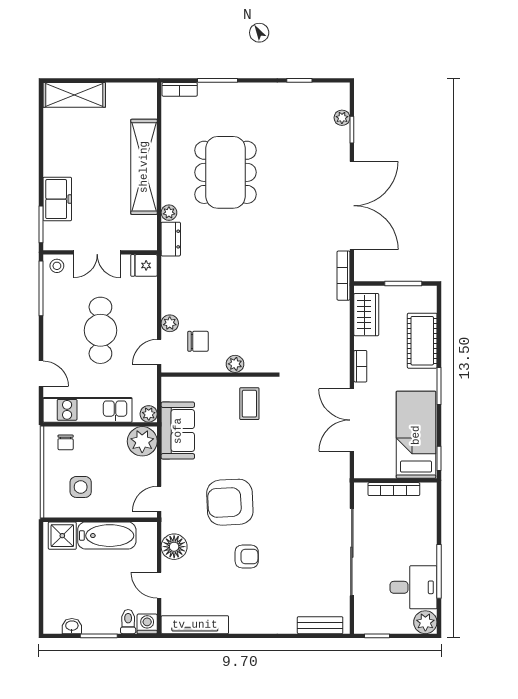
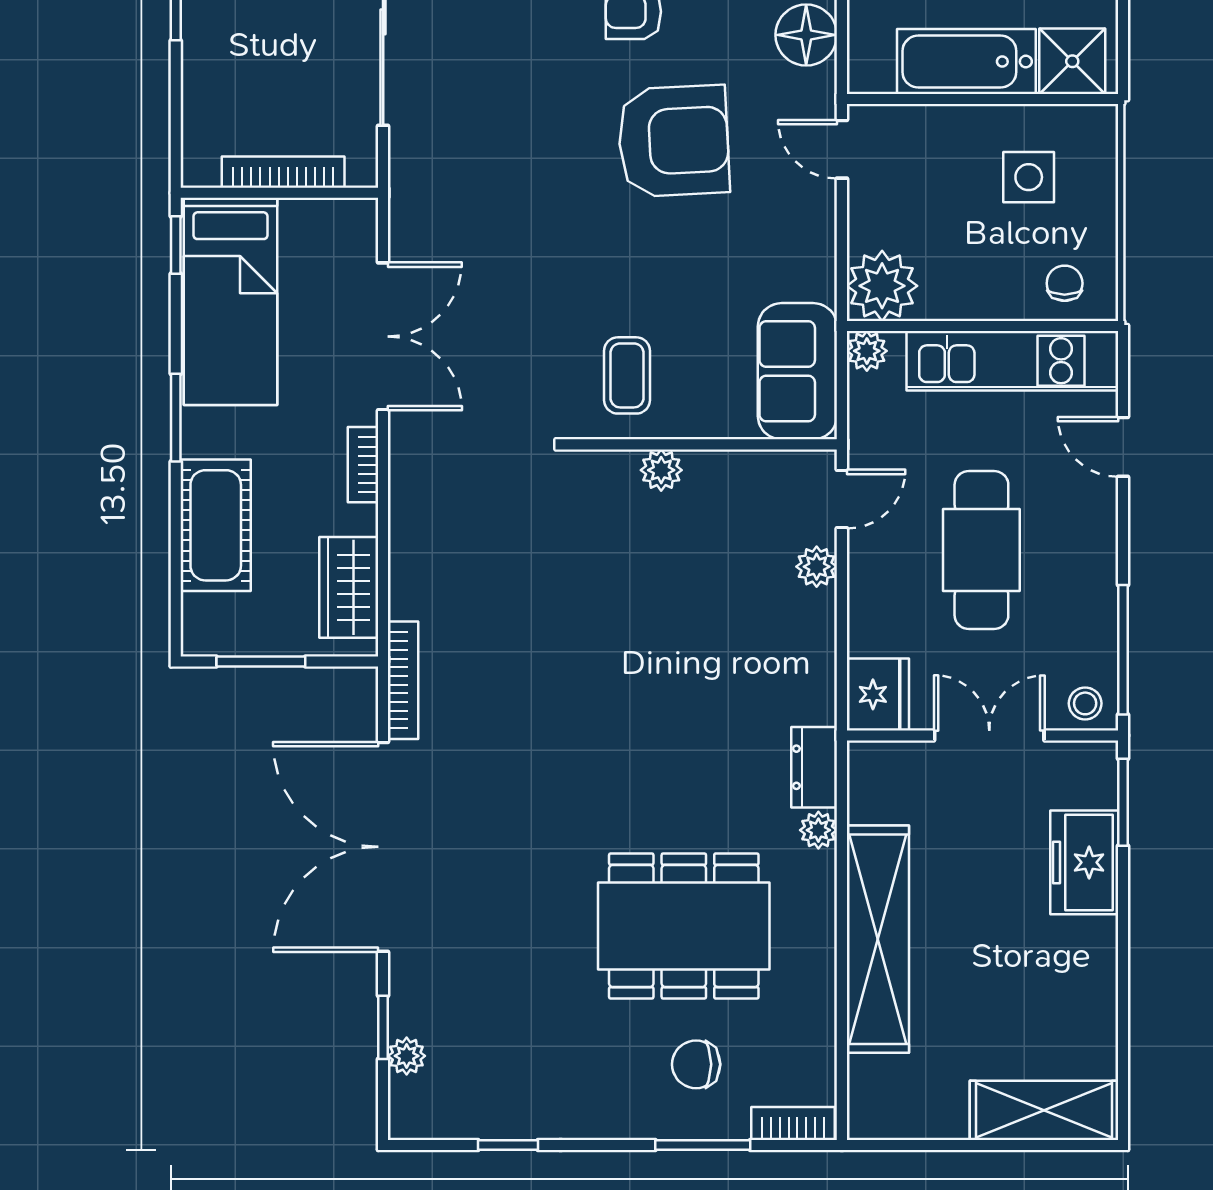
dining table: (226, 172) -> (684, 926), turned 90
fridge: (144, 265) -> (878, 694), width x1.38
chair: (198, 341) -> (696, 1064), moved
sofa: (178, 431) -> (797, 371), moved
door: (159, 499) -> (842, 149), swing flipped

